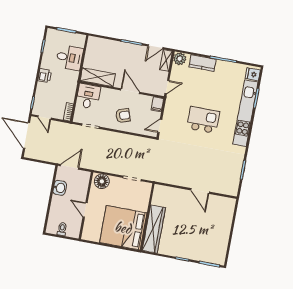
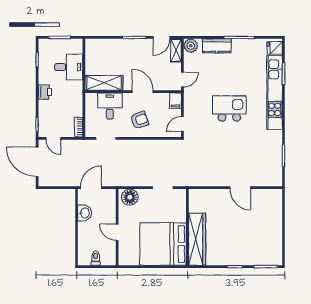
desk: (88, 96) -> (110, 106), moved

